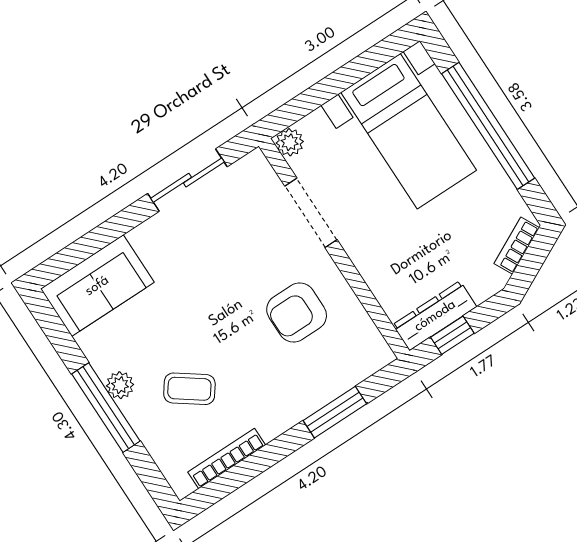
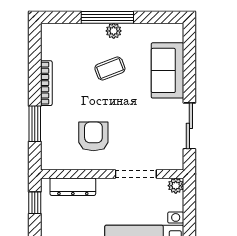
sofa: (97, 286) -> (167, 70), moved
dresser: (435, 316) -> (73, 187), moved, turned 90
coffee table: (189, 389) -> (110, 69), moved, turned 33
bookcase: (227, 458) -> (46, 83), moved

